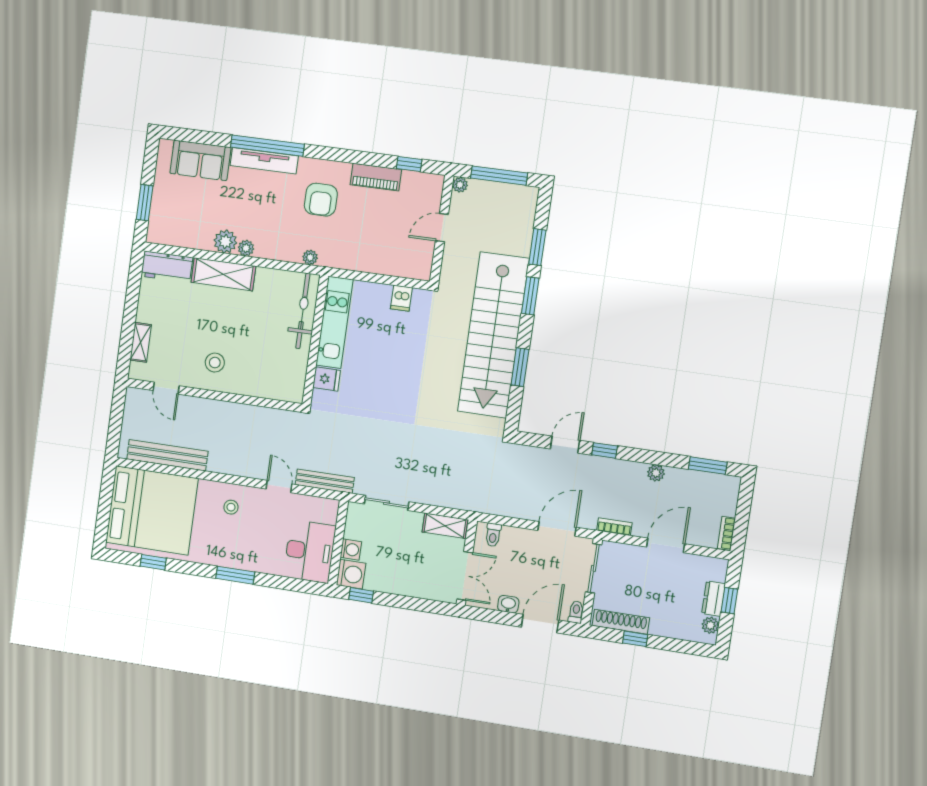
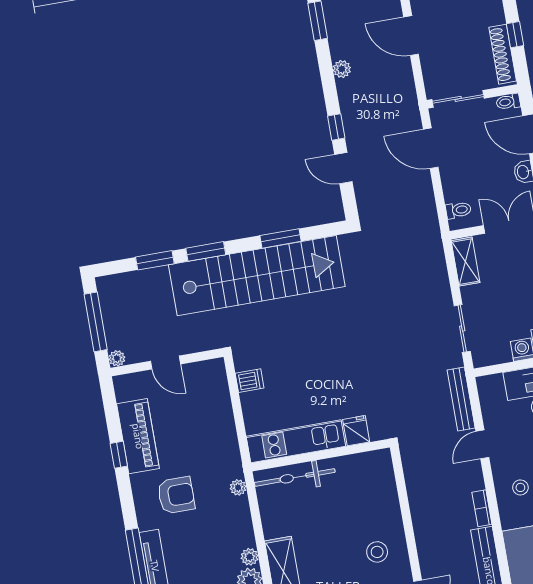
window: (409, 164) -> (119, 455), moved
piano: (376, 177) -> (138, 436), width x1.37, depth x1.33
bookcase: (614, 527) -> (482, 508), moved

